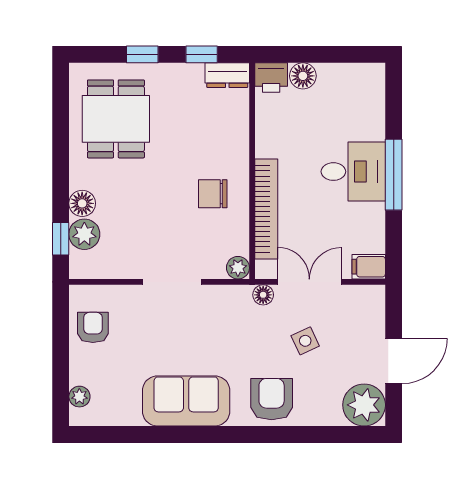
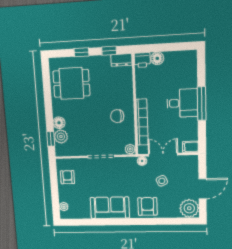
dining table: (116, 119) -> (71, 83), turned 90

